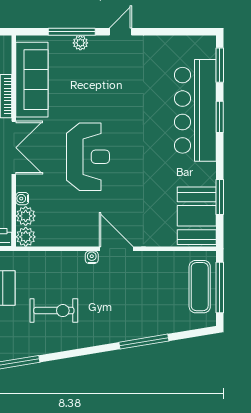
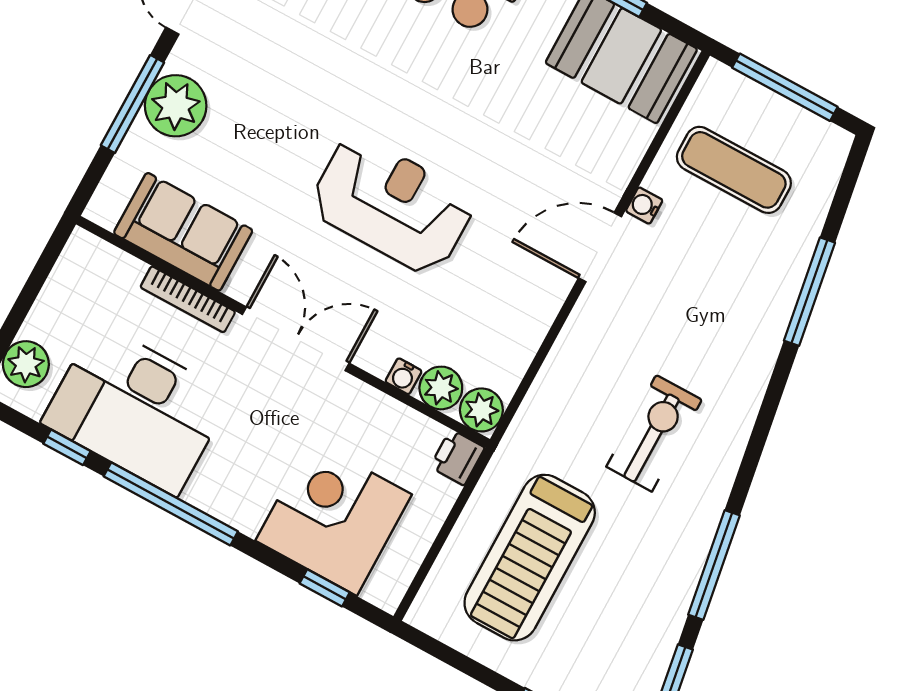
plant: (80, 43) -> (176, 106), width x1.88, depth x1.88
sofa: (32, 80) -> (183, 232), width x0.73
water cooler: (92, 257) -> (644, 206), moved
exercise mat: (200, 287) -> (734, 170), moved

